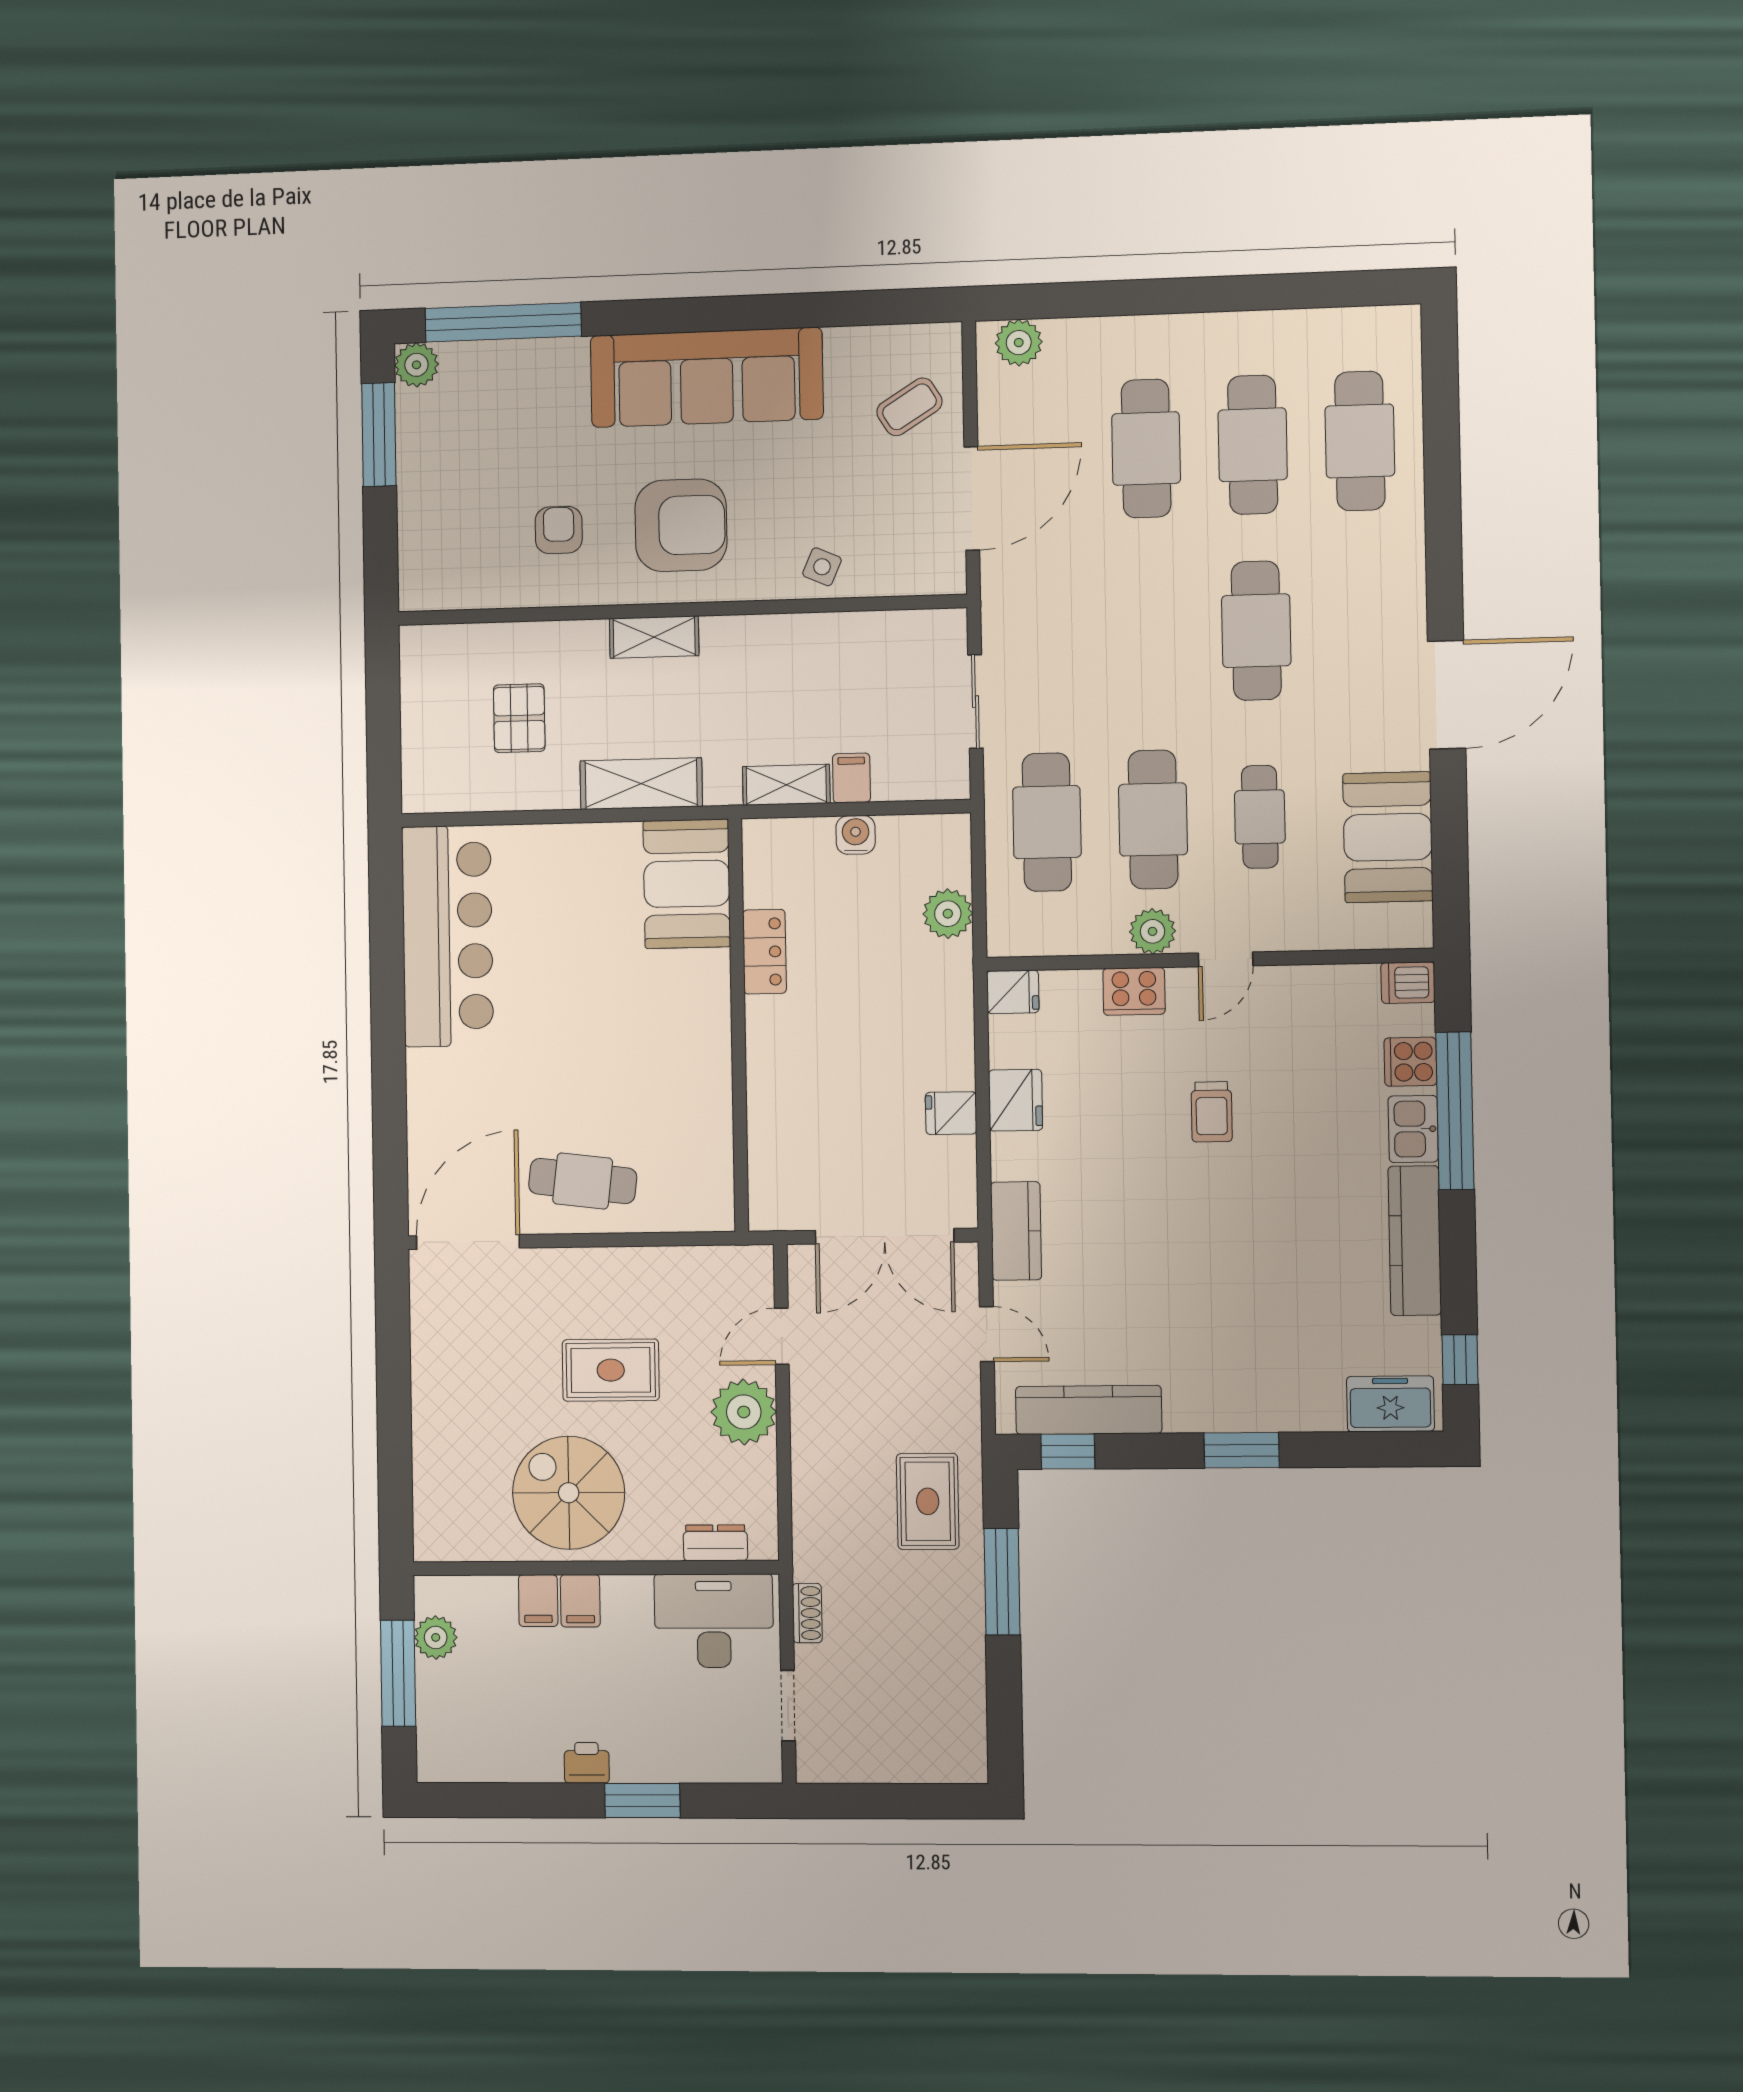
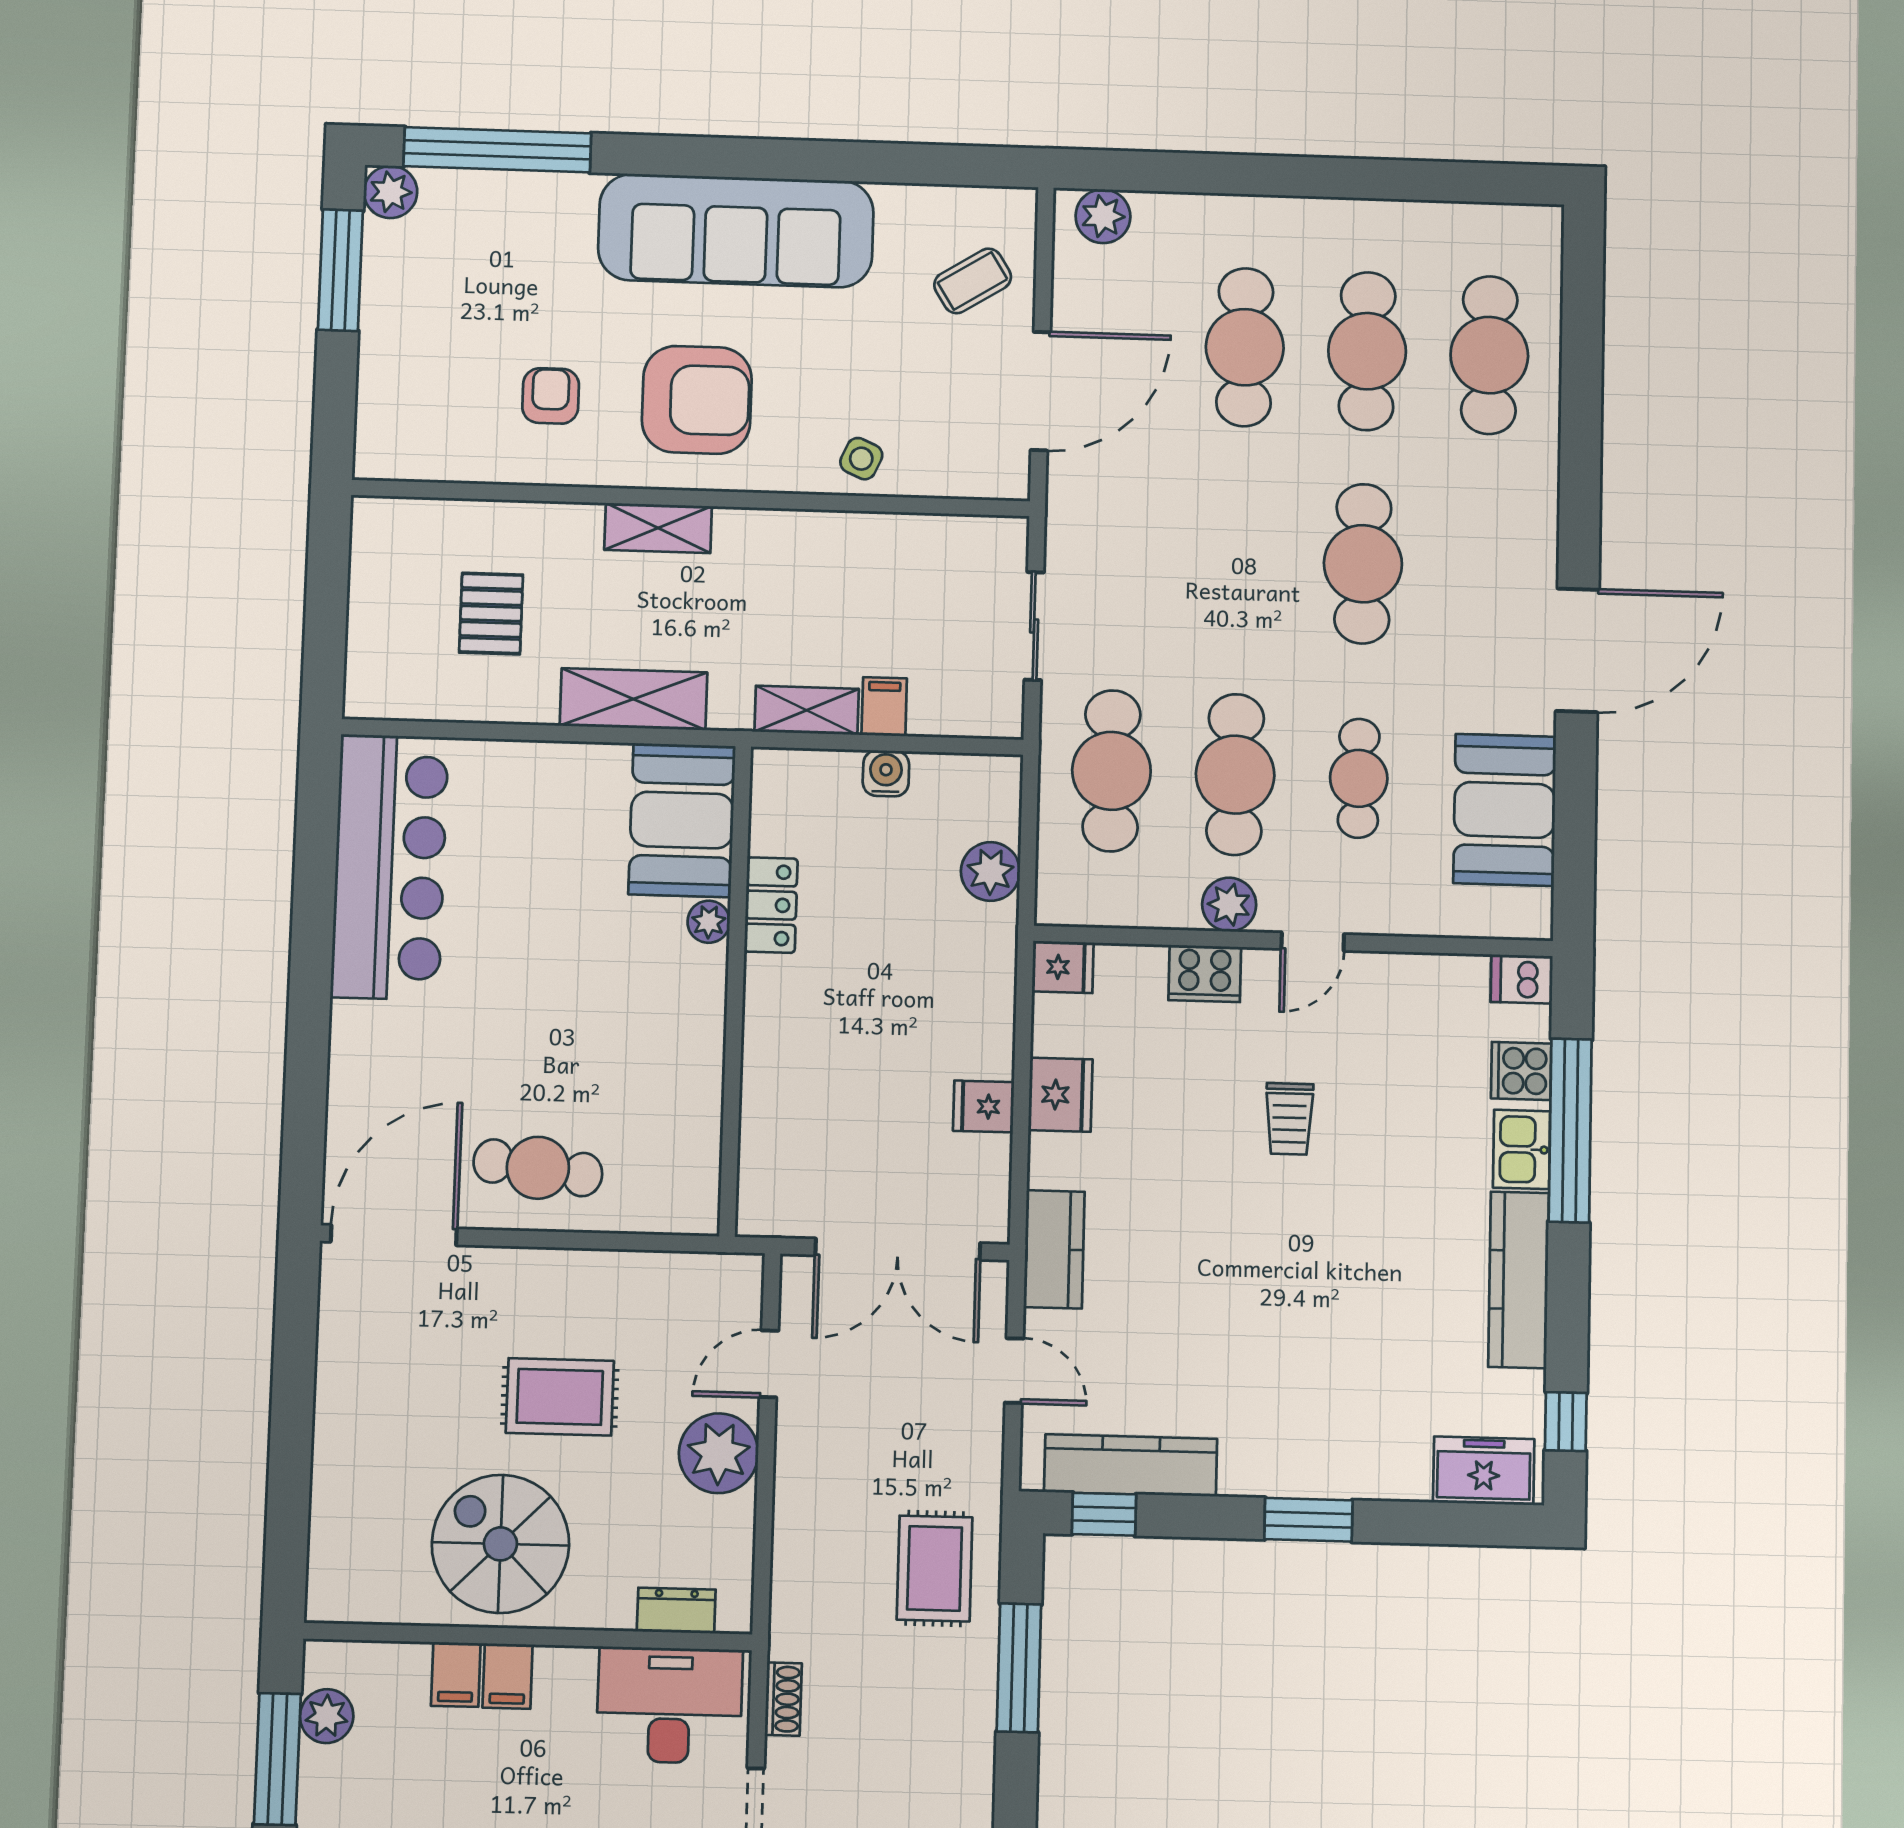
plant: (713, 968) -> (709, 922), added

